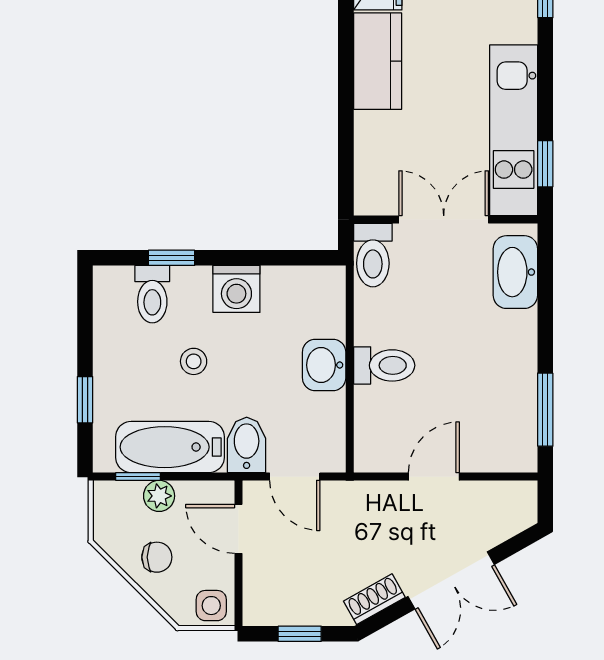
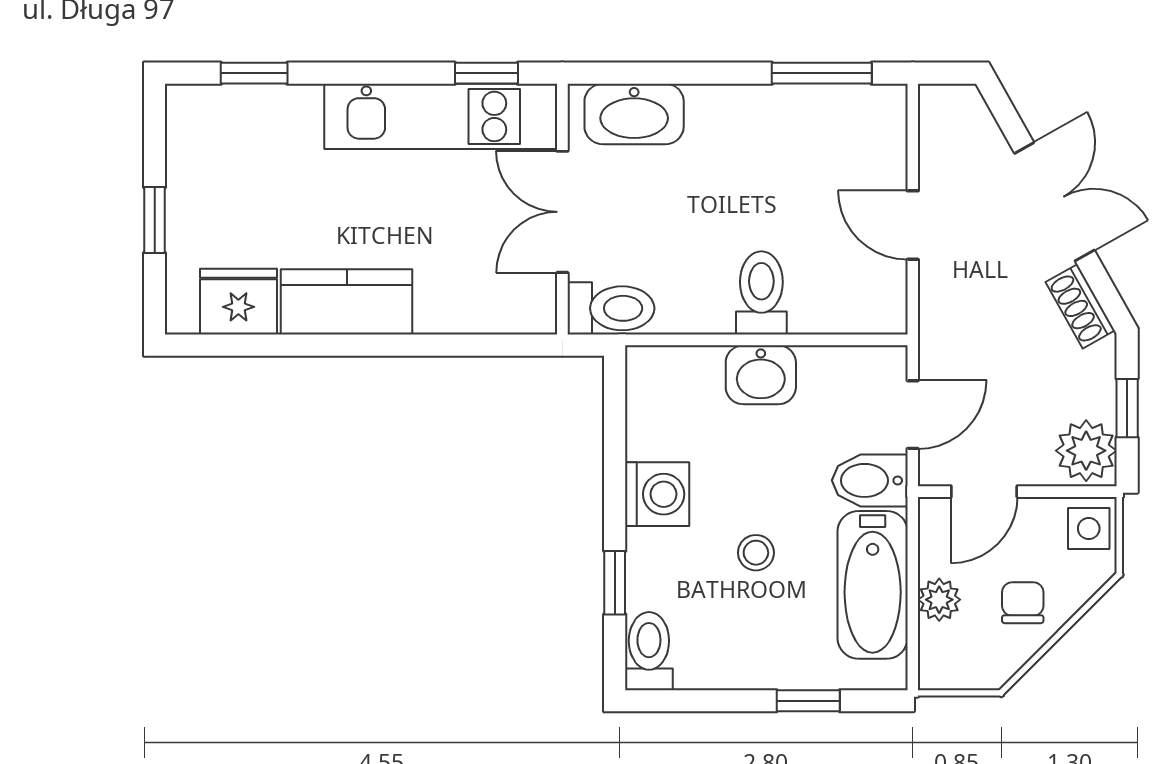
toilet: (152, 294) -> (649, 651), moved, turned -90
window: (138, 476) -> (913, 629), removed
plant: (268, 604) -> (1086, 451), added

